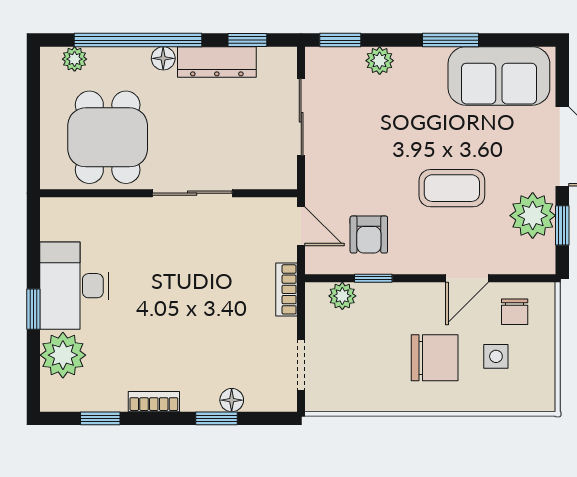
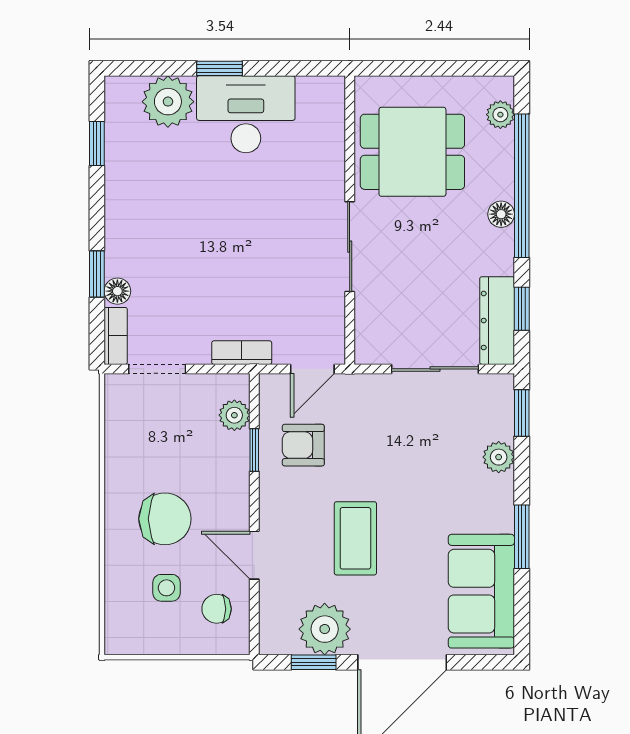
dresser: (217, 62) -> (497, 321), moved
chair: (435, 358) -> (165, 519), turned -90
bookcase: (154, 402) -> (116, 336), moved

